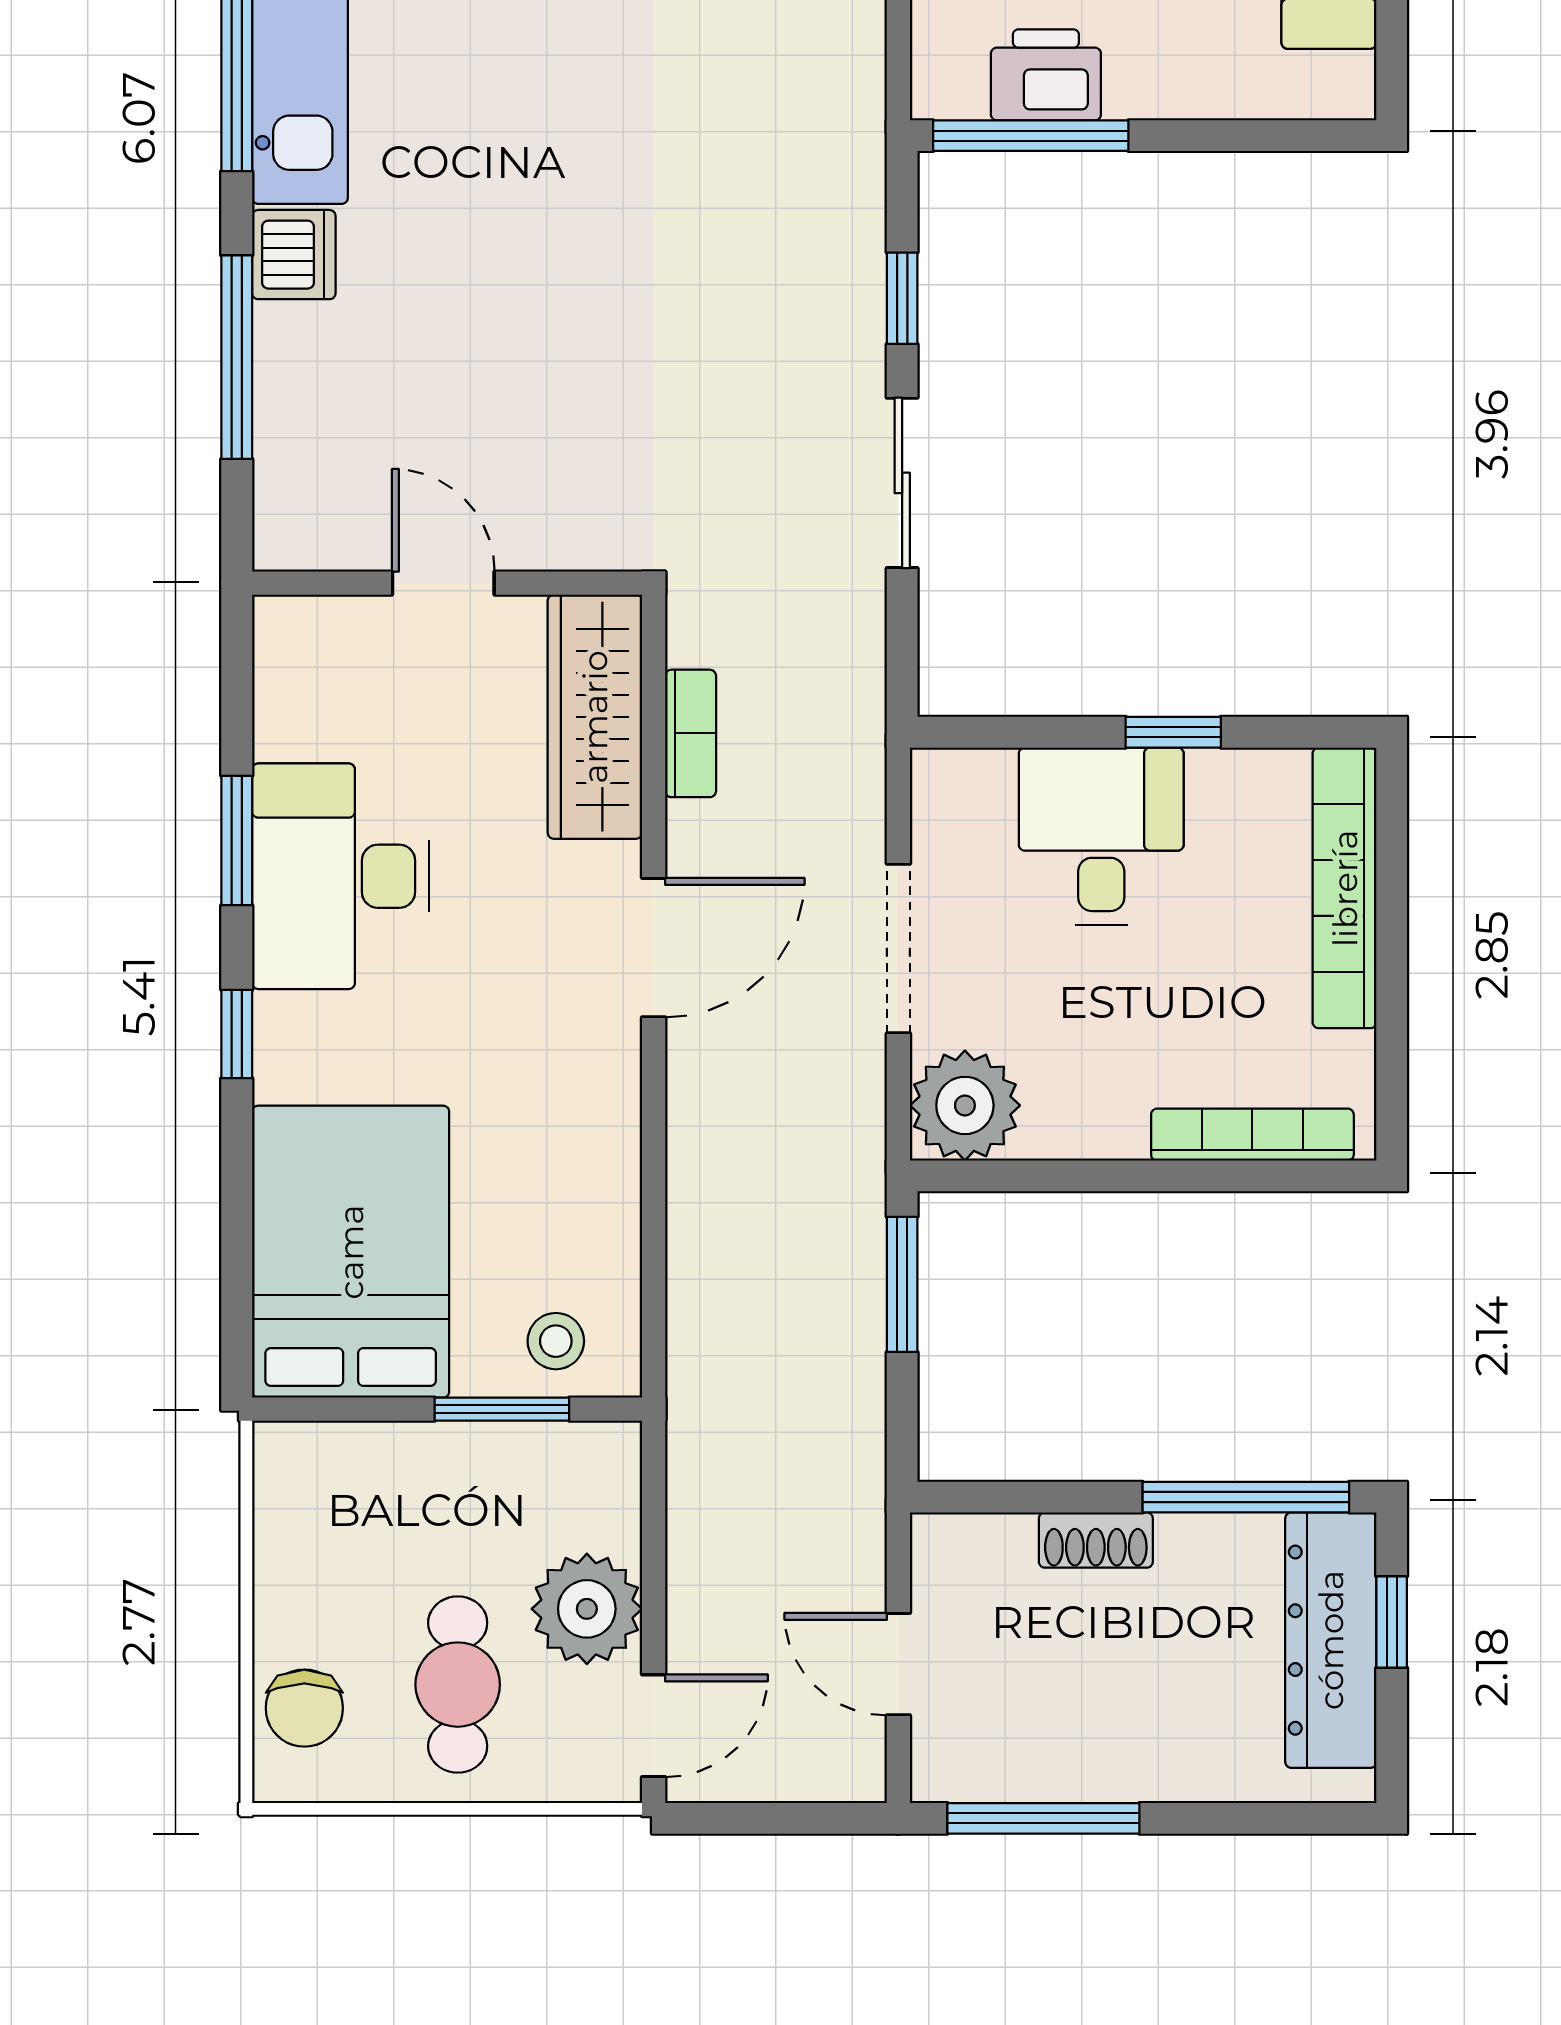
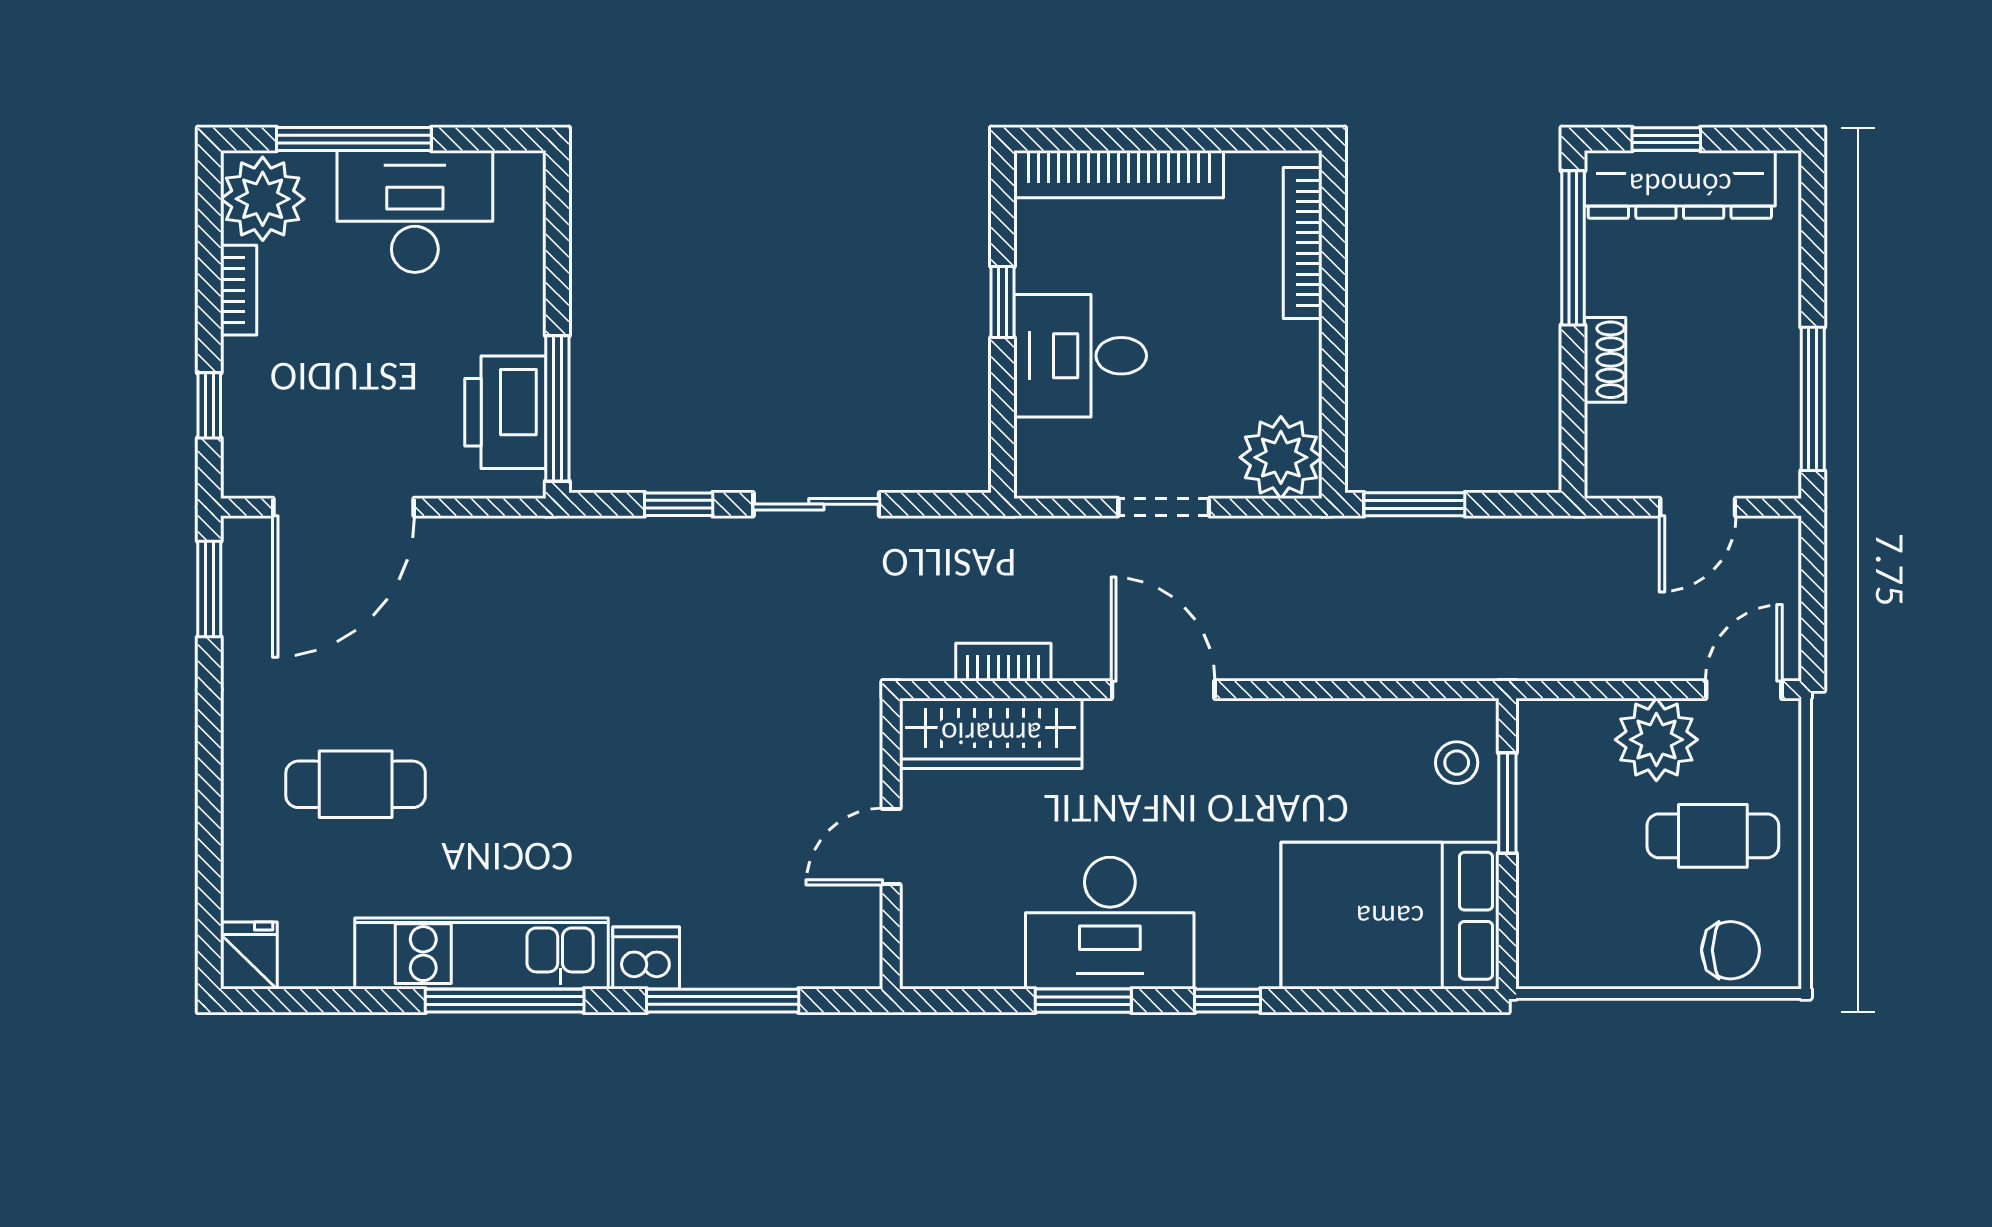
printer: (1046, 75) -> (505, 412), width x1.37, depth x1.19
doorway: (898, 948) -> (1164, 507), width x0.73
door: (654, 1726) -> (1744, 690), hinge flipped

